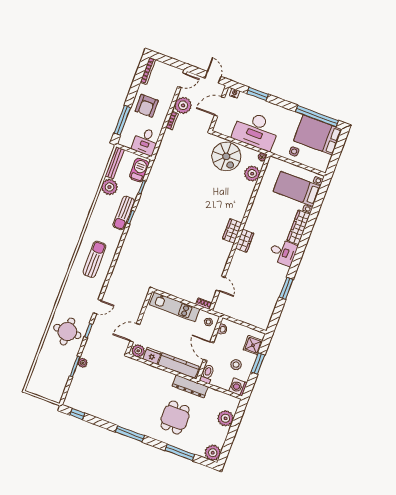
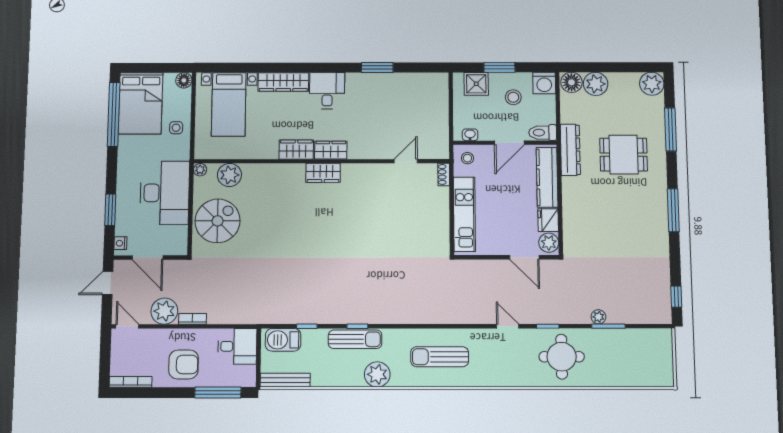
floor lamp: (323, 167) -> (184, 80), added
plant: (109, 187) -> (377, 374), moved
wardrobe: (253, 220) -> (296, 150), added
floor lamp: (232, 404) -> (571, 82), added

